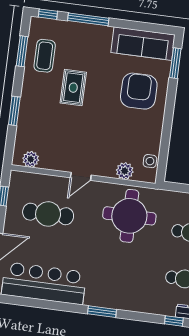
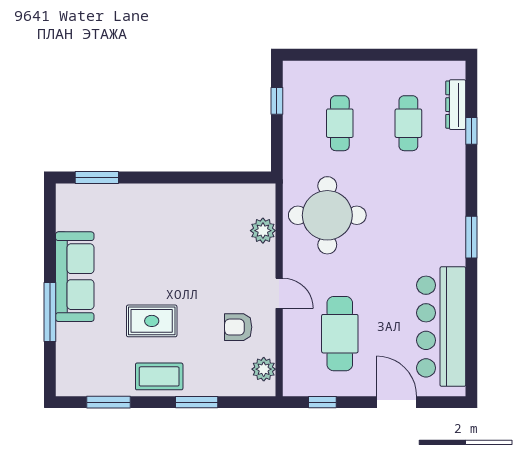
window: (48, 14) -> (50, 372), removed
sofa: (143, 44) -> (75, 277), moved
coffee table: (45, 56) -> (159, 376), moved
armchair: (139, 91) -> (238, 327), moved, width x0.53, depth x0.53
side table: (150, 161) -> (244, 196), removed

